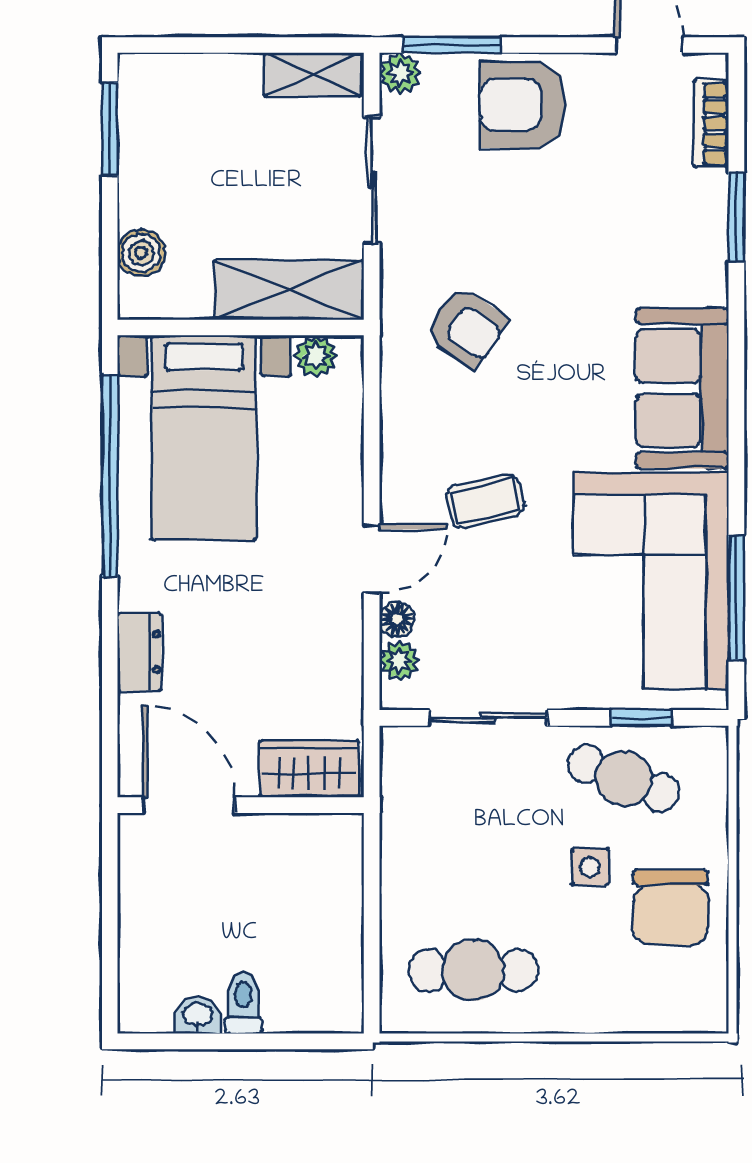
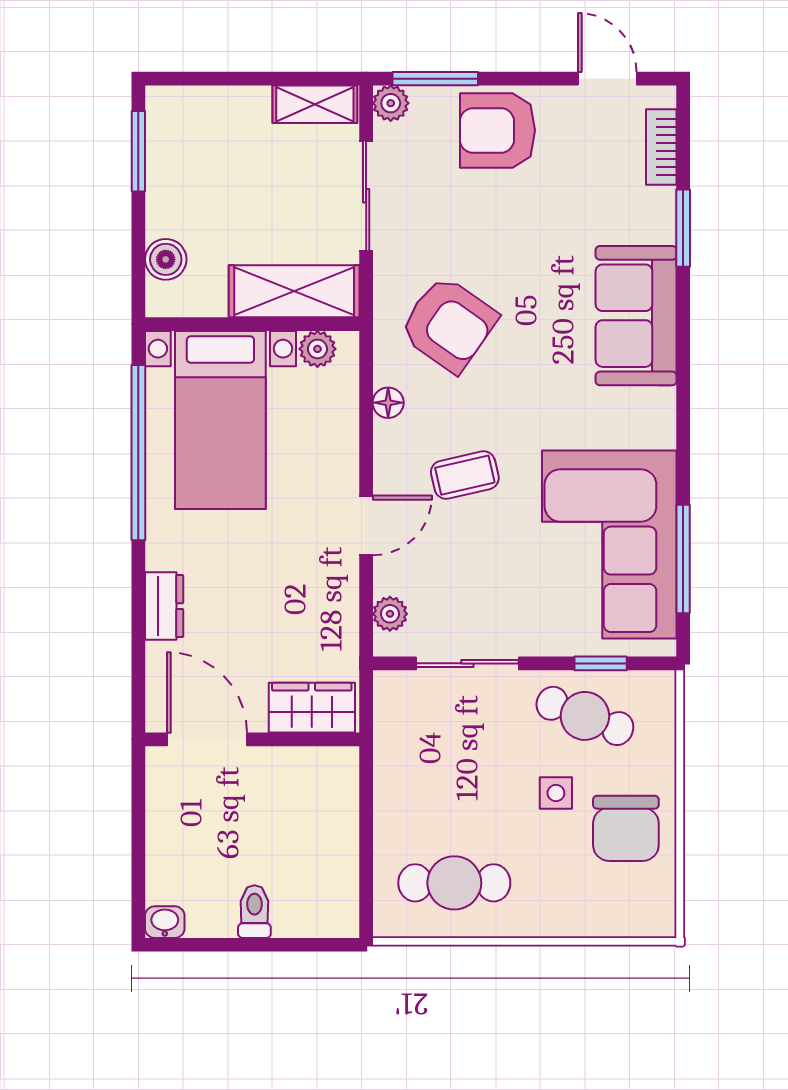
armchair: (467, 328) -> (449, 324), width x1.38, depth x1.38
sofa: (682, 388) -> (636, 316), moved
floor lamp: (397, 619) -> (388, 403), moved
washbasin: (198, 1015) -> (165, 922), moved

